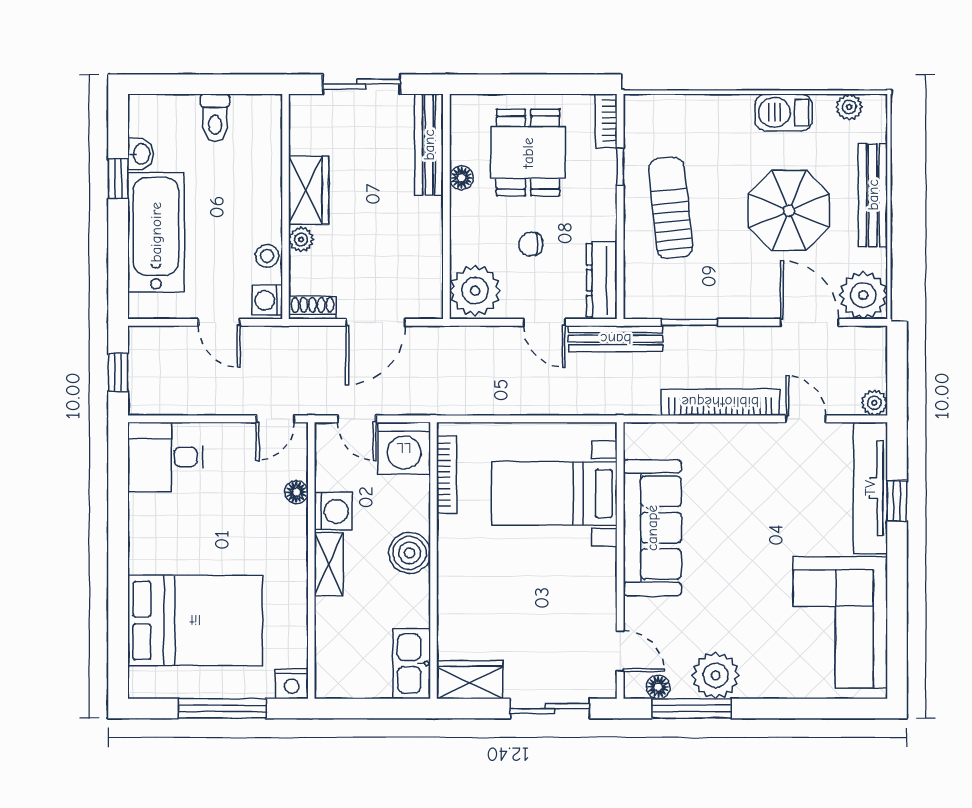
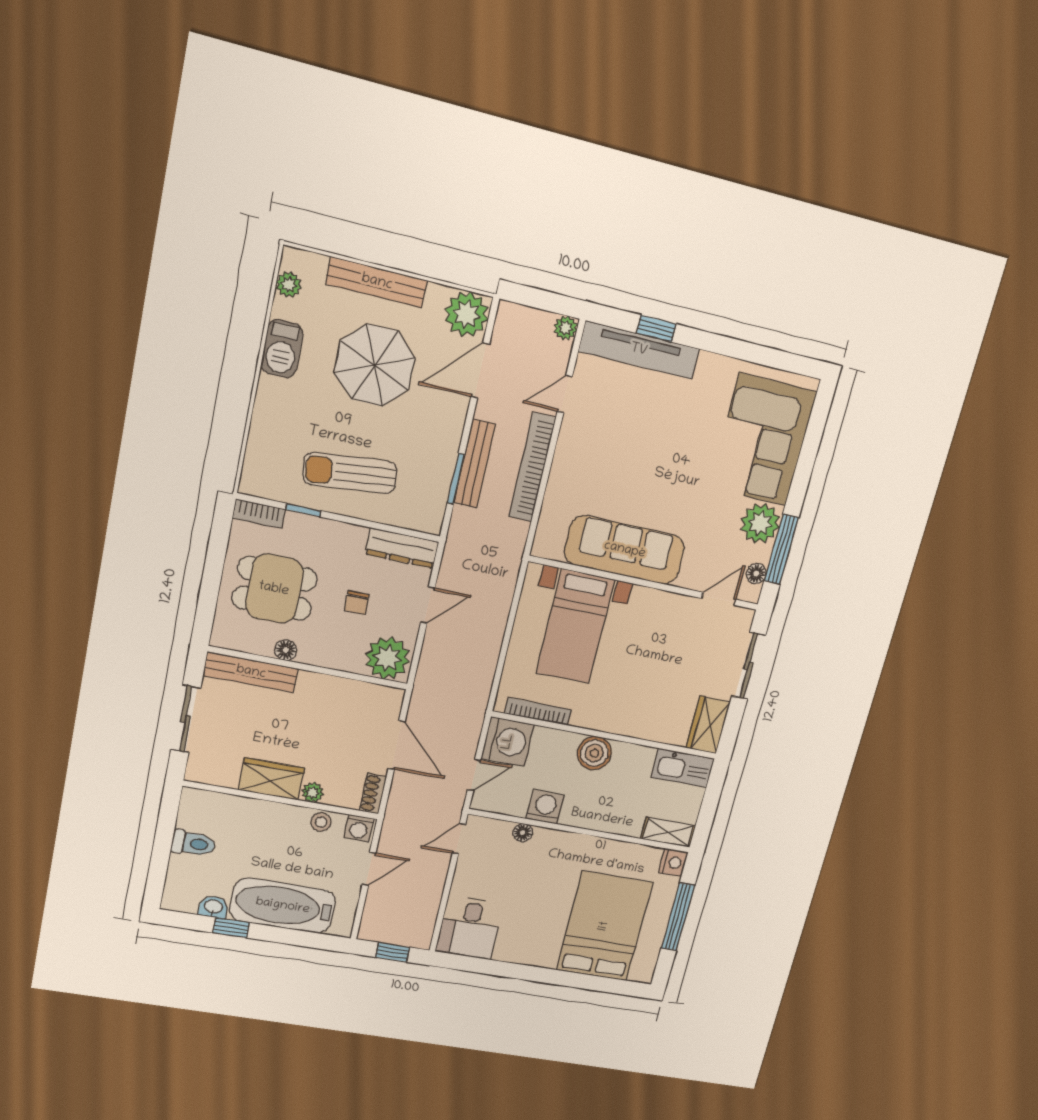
bench: (616, 339) -> (475, 463), moved
door: (275, 419) -> (459, 839), swing flipped
shelving: (329, 564) -> (668, 832), moved
corner sofa: (840, 622) -> (763, 440), moved, turned 90

